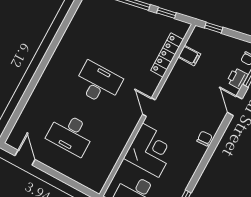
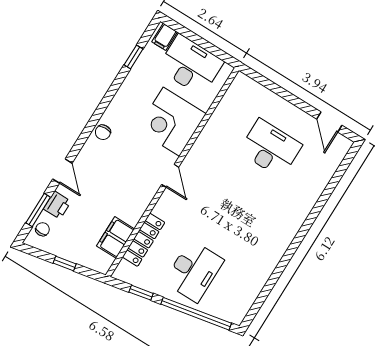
window: (214, 28) -> (65, 263), moved
filing cabinet: (189, 56) -> (116, 237), width x2.00
desk: (98, 83) -> (194, 271), moved, turned -90

